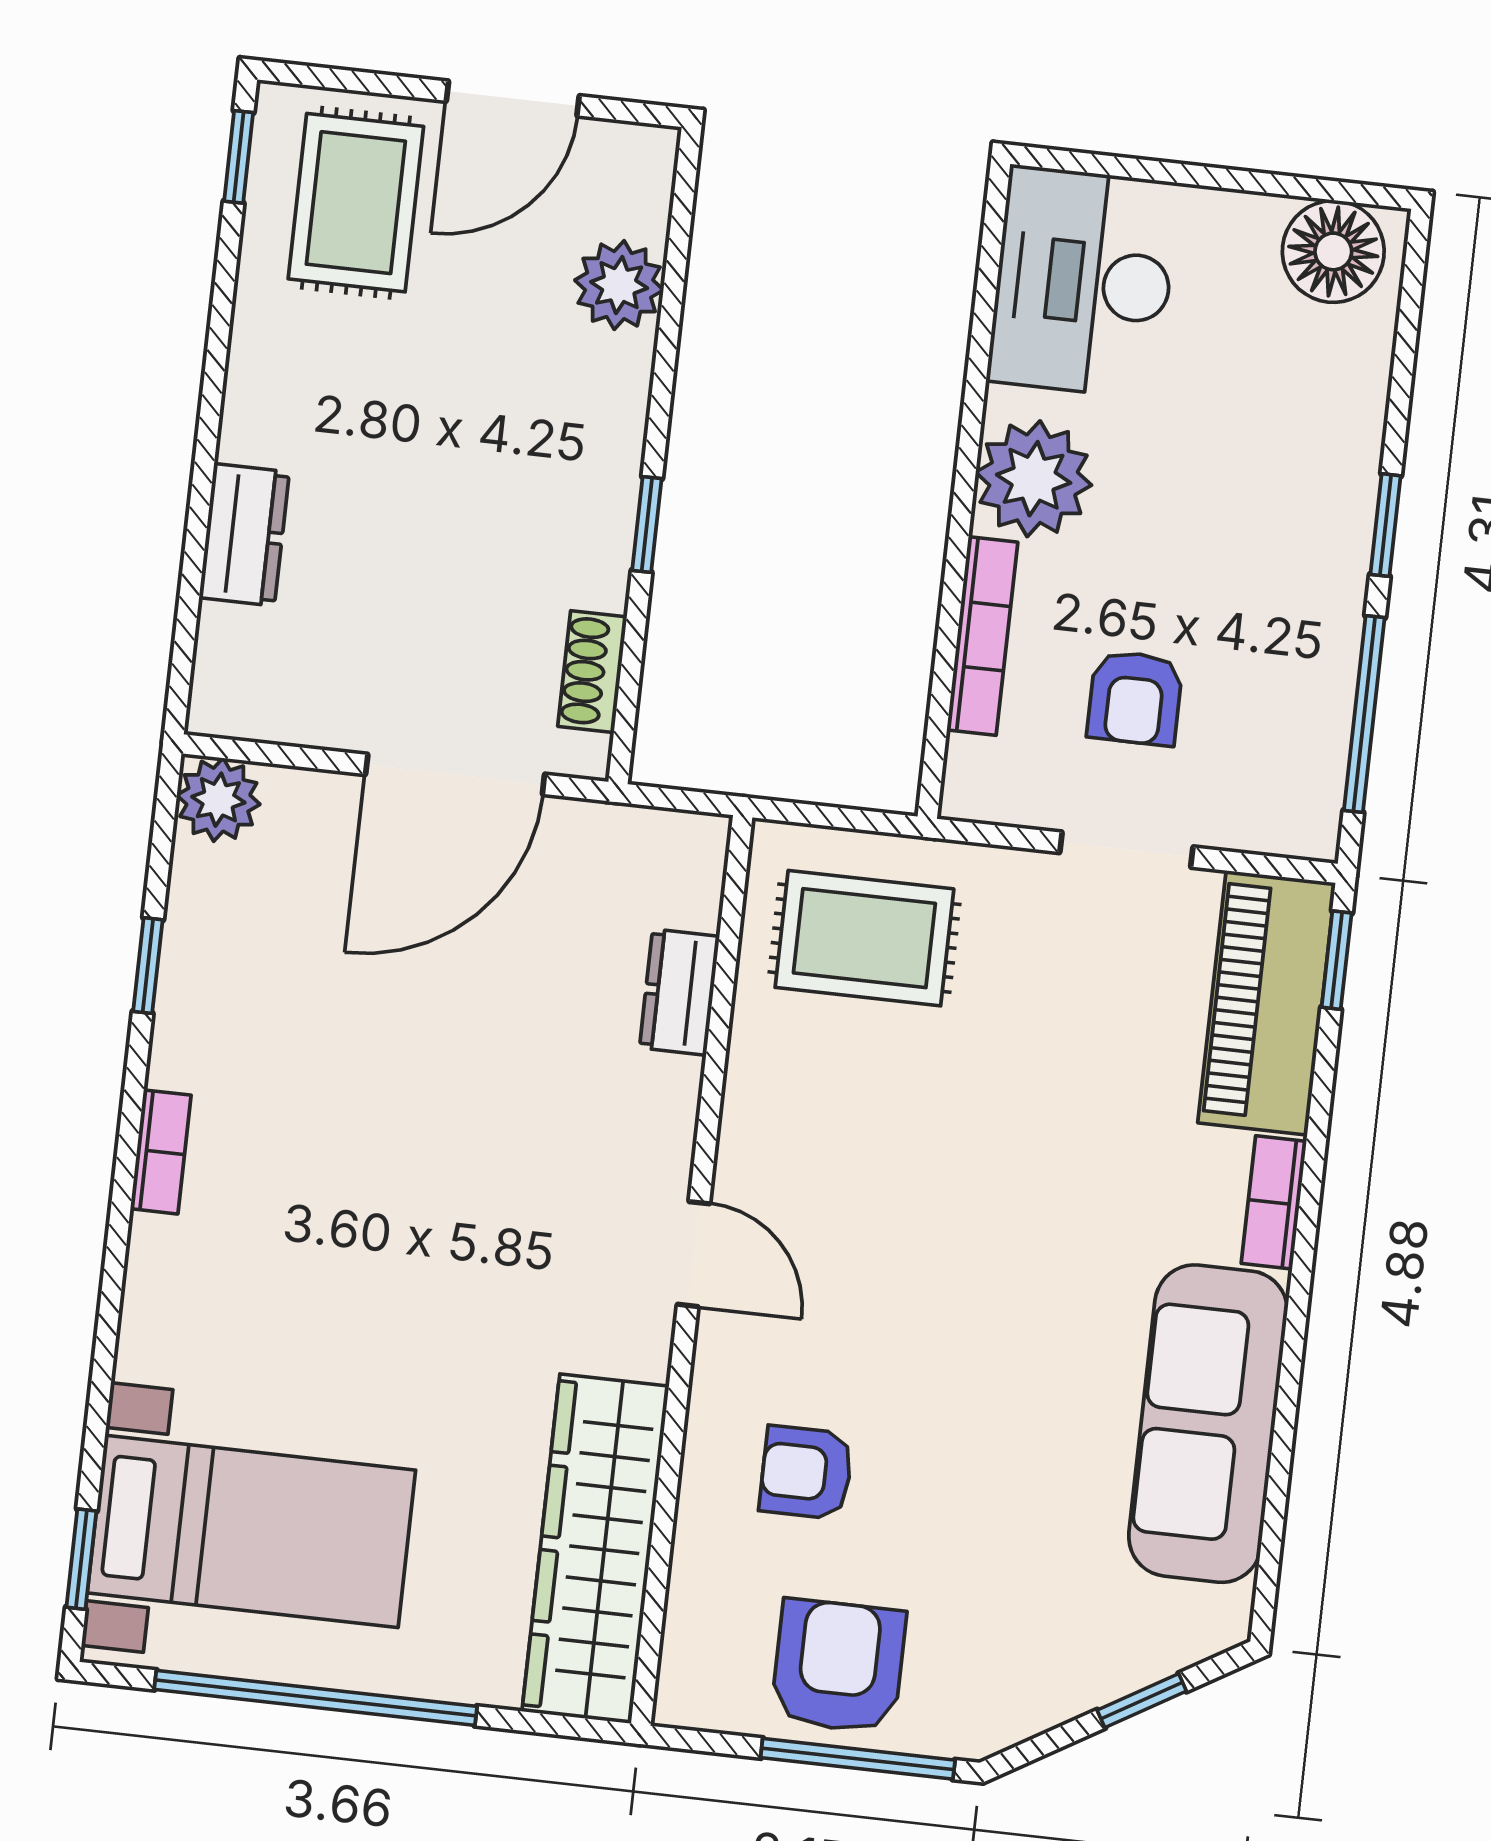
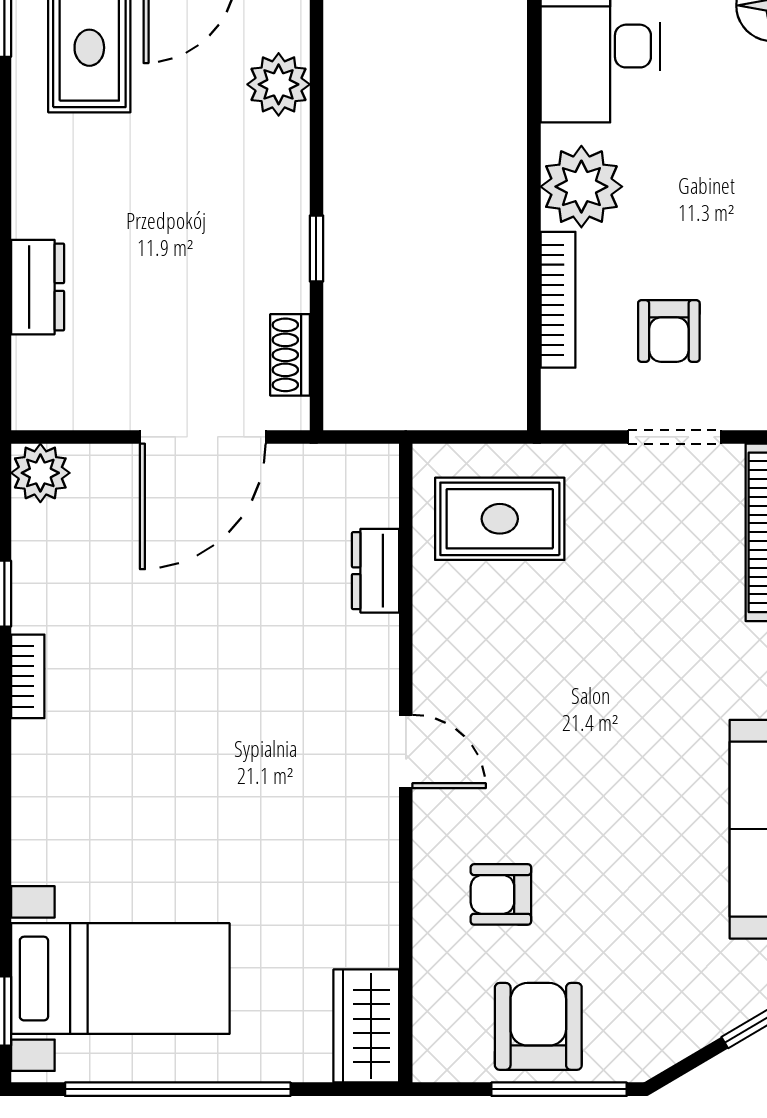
bookcase: (161, 1152) -> (28, 676), moved
wardrobe: (596, 1549) -> (366, 1026), width x0.48, depth x0.85

